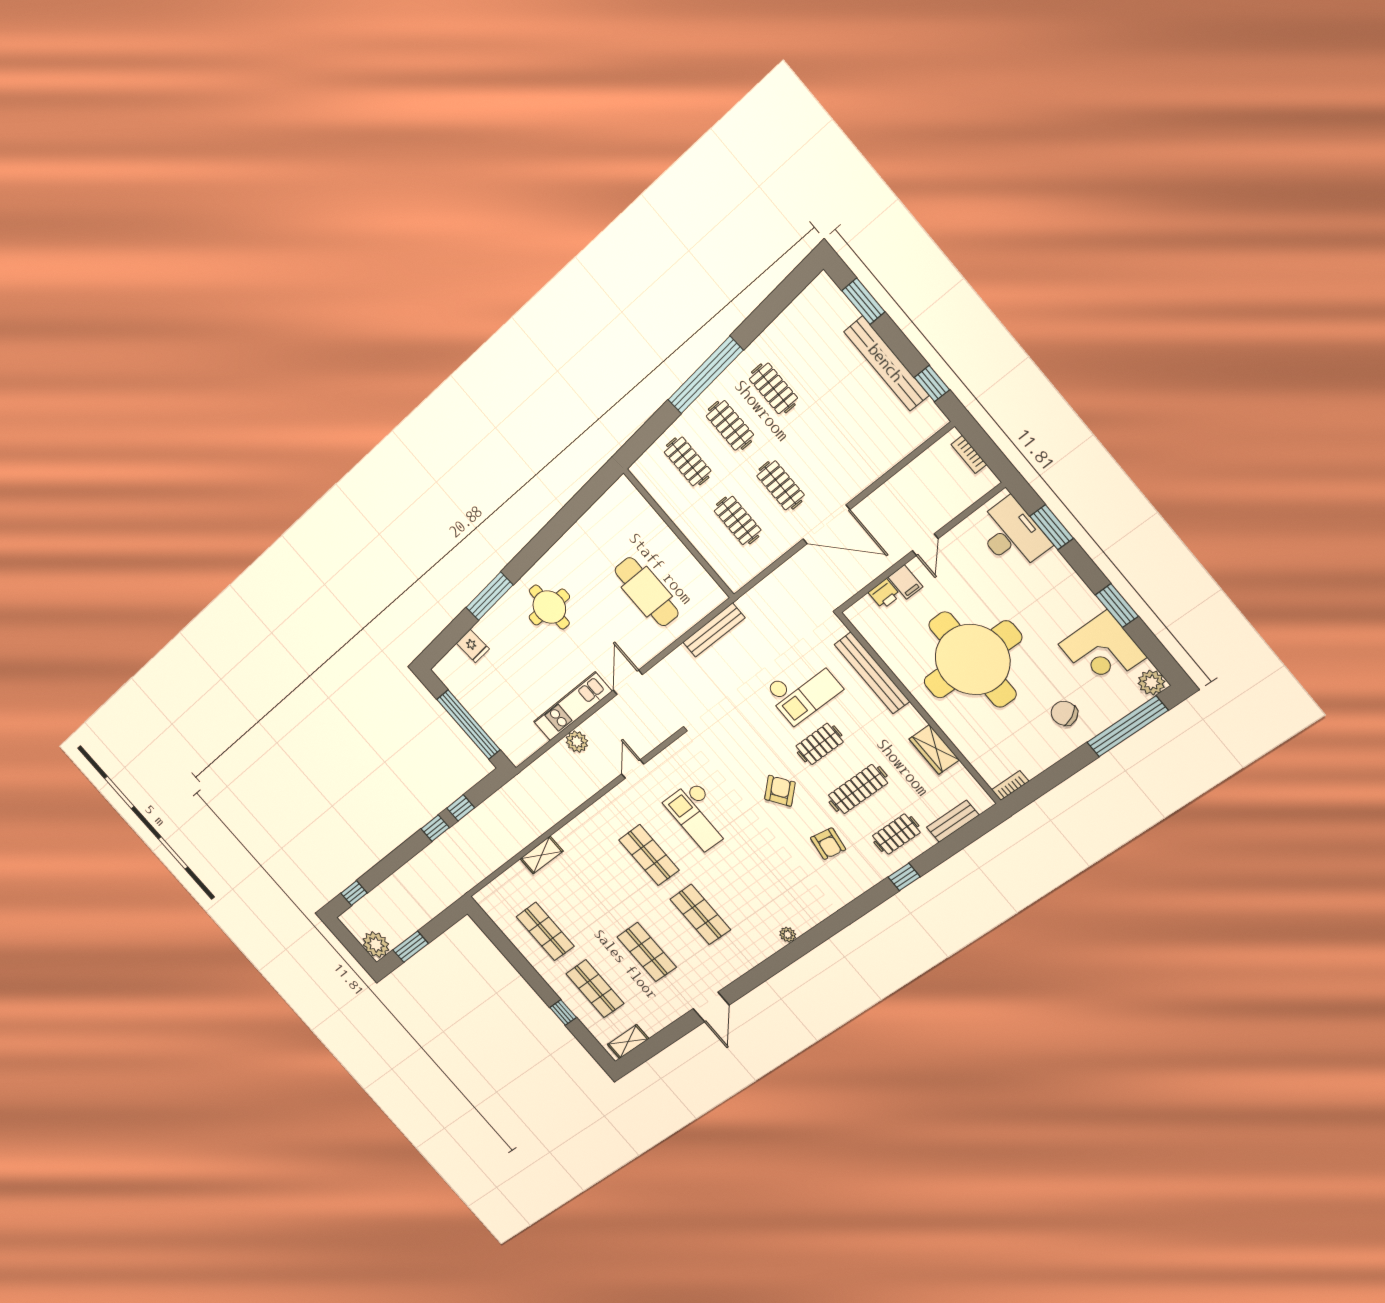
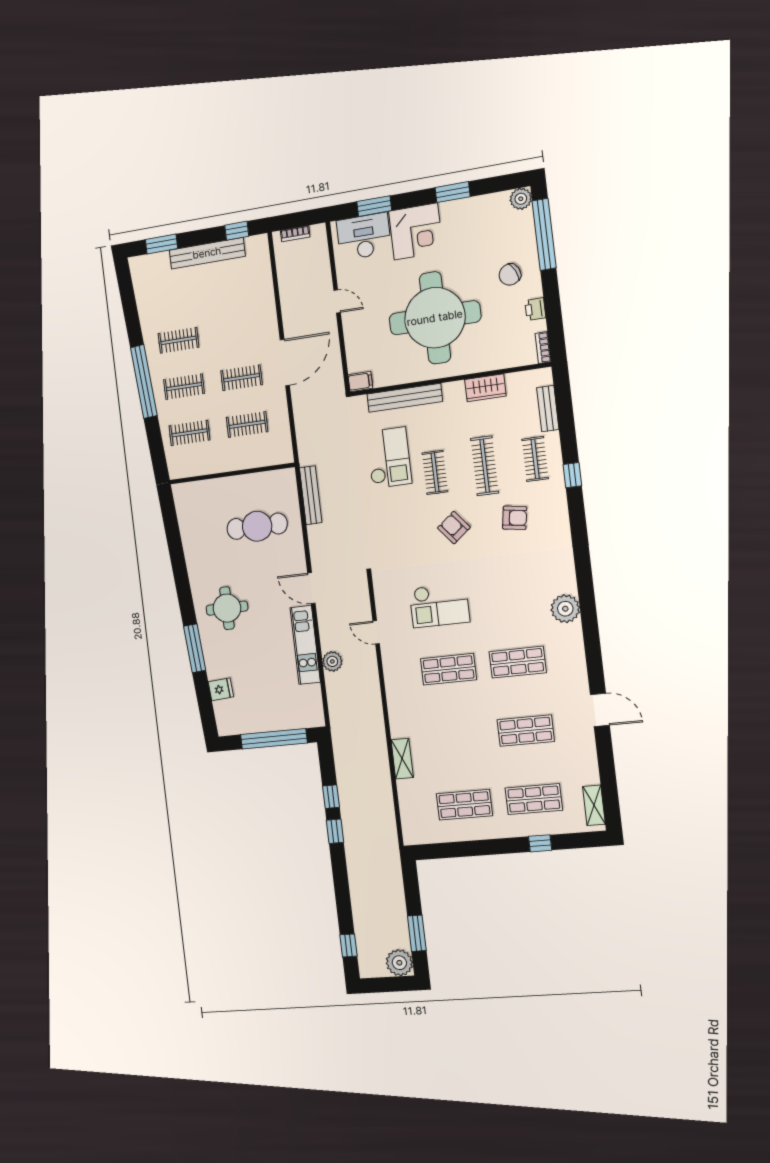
filing cabinet: (905, 582) -> (360, 382), moved
printer: (884, 594) -> (535, 309), moved, turned 180
corner desk: (1102, 651) -> (416, 232), moved
plant: (788, 935) -> (565, 609), width x1.88, depth x1.88

